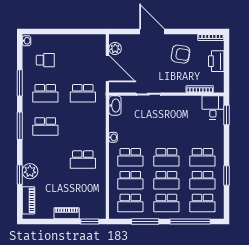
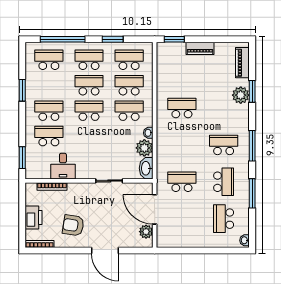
school desk: (45, 60) -> (224, 219), width x1.85
school desk: (45, 93) -> (224, 182), turned 90
desk: (213, 107) -> (63, 166), moved
plant: (117, 124) -> (144, 148), added
school desk: (202, 180) -> (49, 136), moved
window: (145, 221) -> (113, 39), width x0.69

